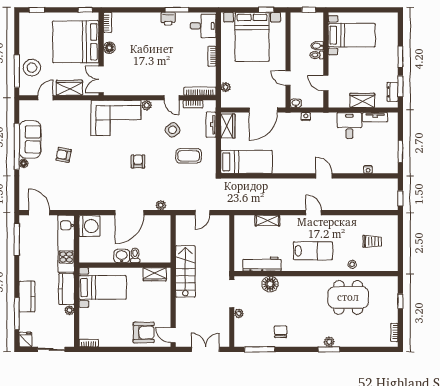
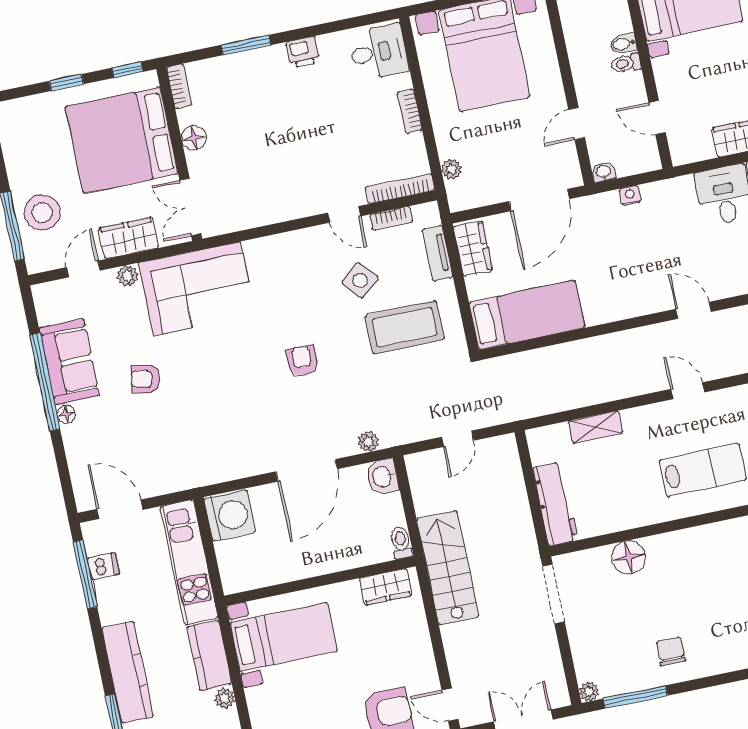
window: (37, 10) -> (66, 83), moved
window: (177, 10) -> (246, 45), moved
door: (288, 78) -> (577, 124), hinge flipped
plant: (147, 105) -> (128, 276), moved
corner sofa: (116, 118) -> (197, 289), moved
coffee table: (189, 156) -> (405, 327), width x1.36, depth x1.32
dishwasher: (26, 237) -> (103, 566), added
toilet: (135, 255) -> (401, 543), moved
washbasin: (122, 256) -> (383, 477), moved, turned -90
workbench: (262, 264) -> (555, 504), moved, turned 90
kitchen counter: (27, 297) -> (128, 672), width x1.50
plant: (239, 313) -> (589, 692), moved

